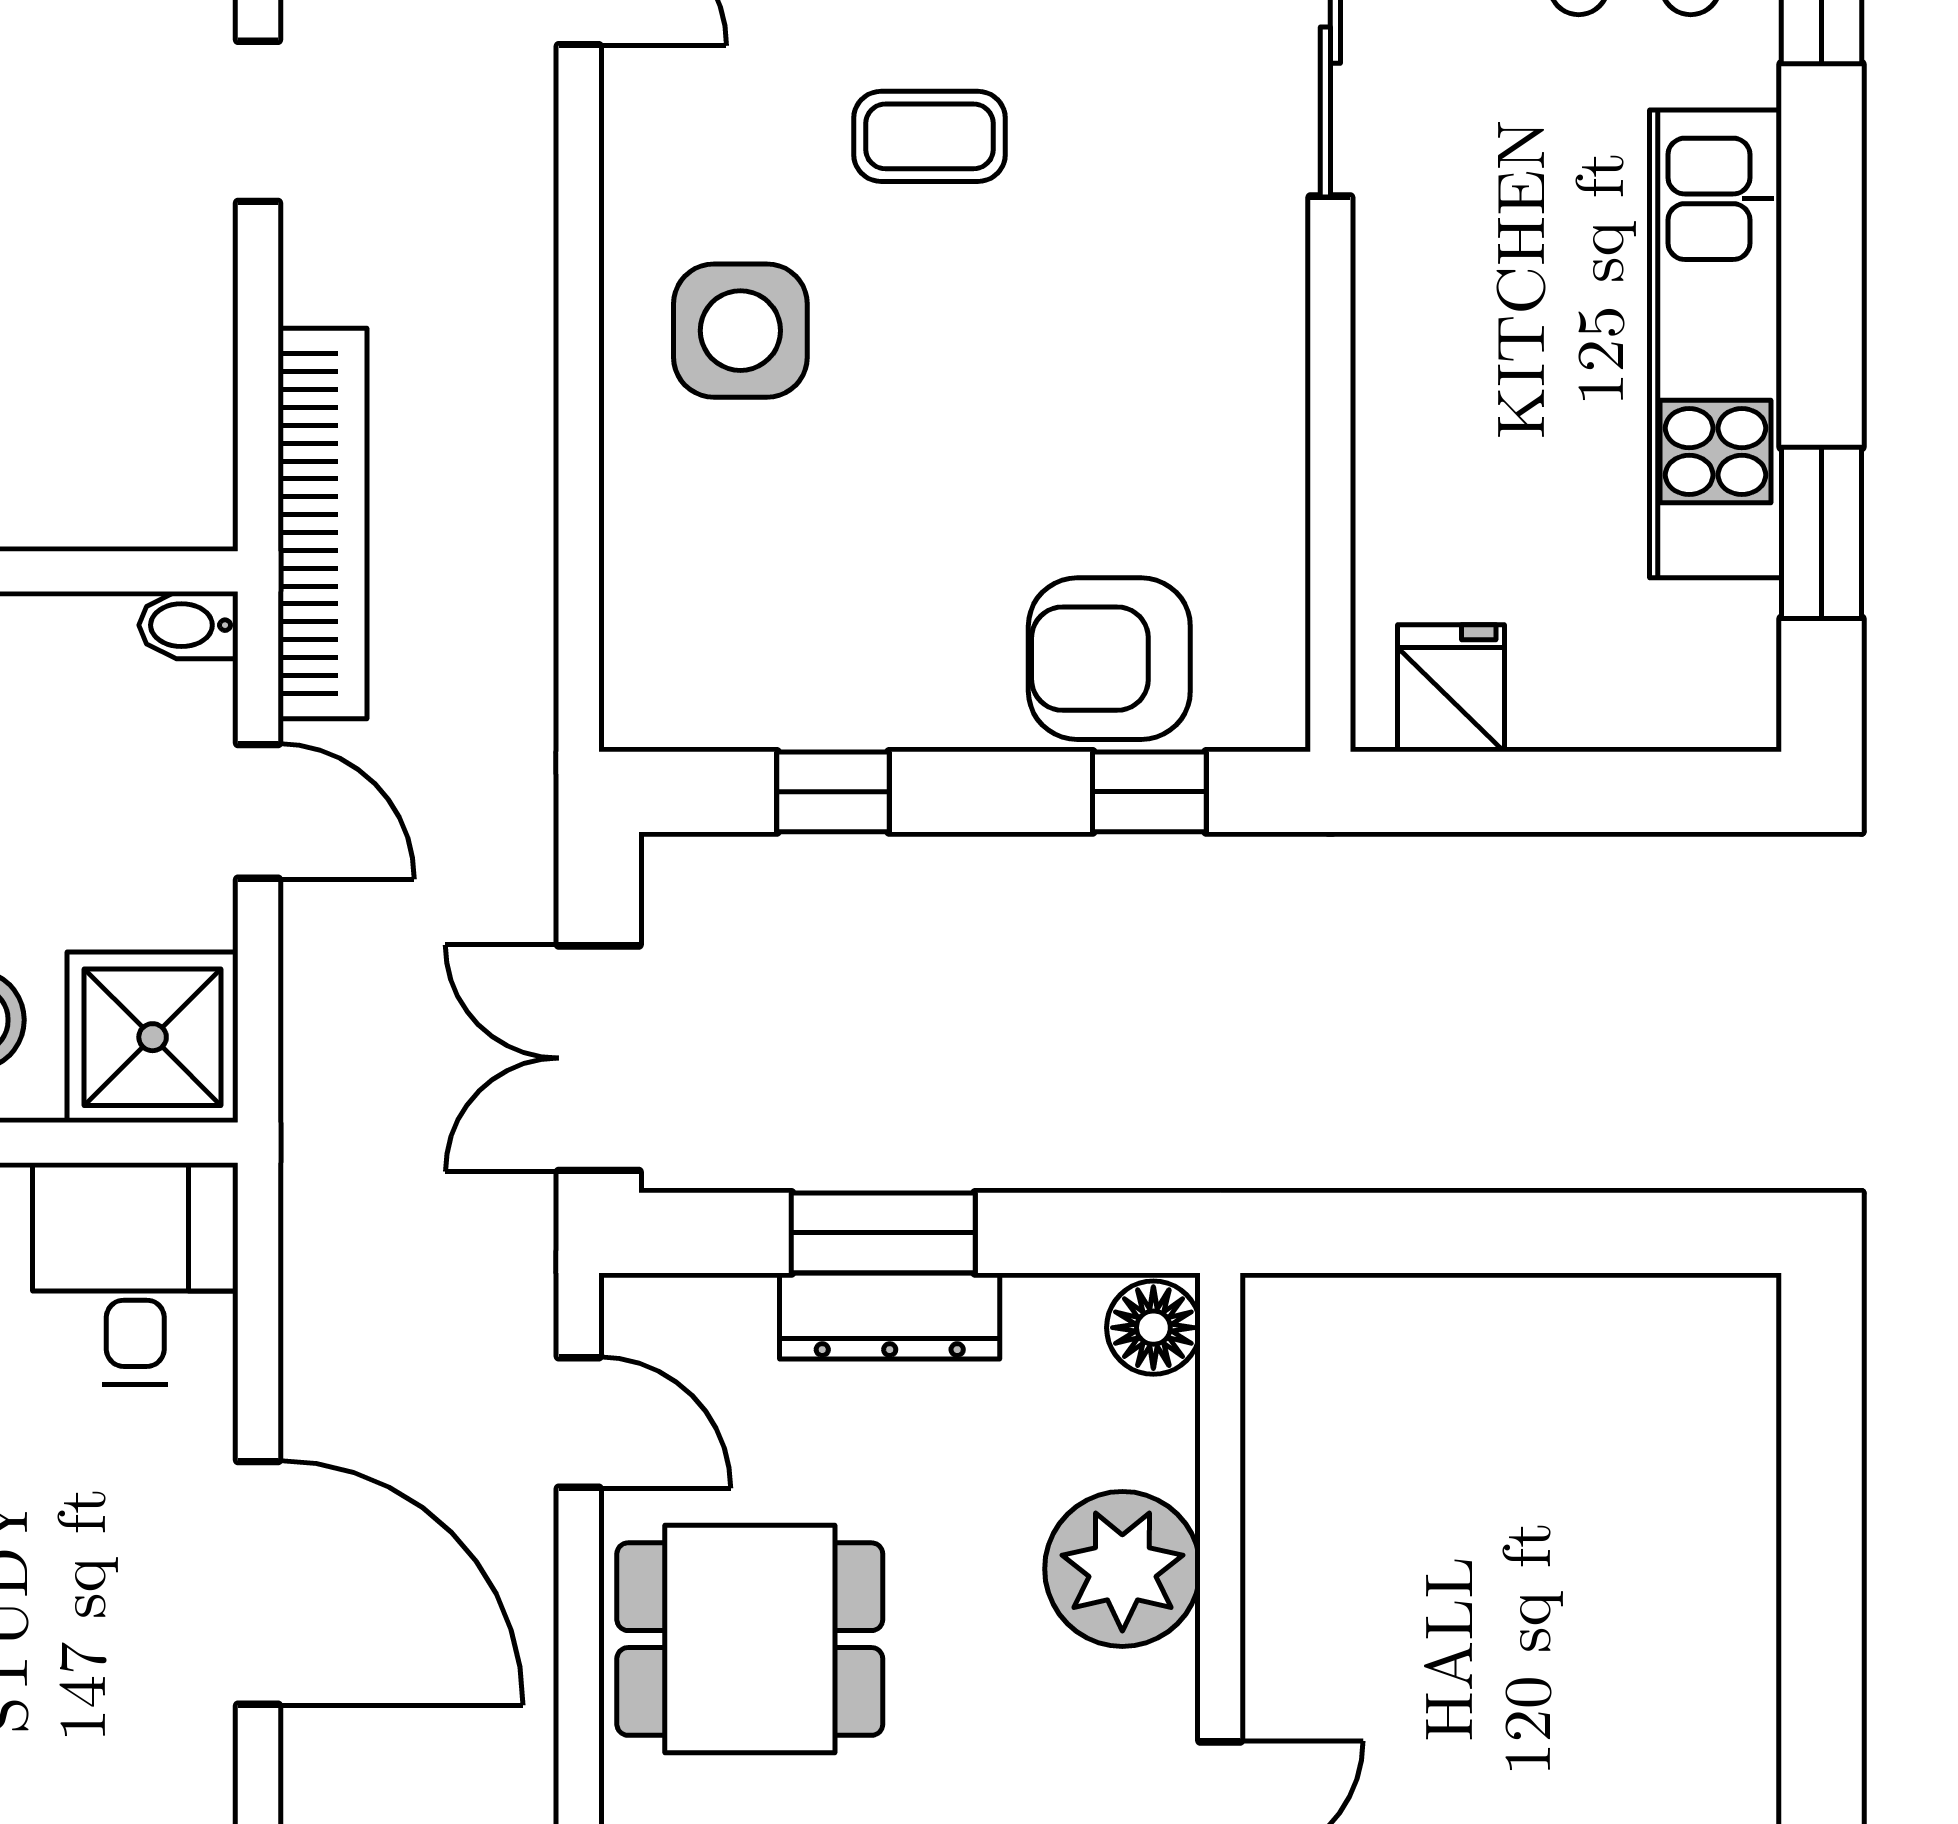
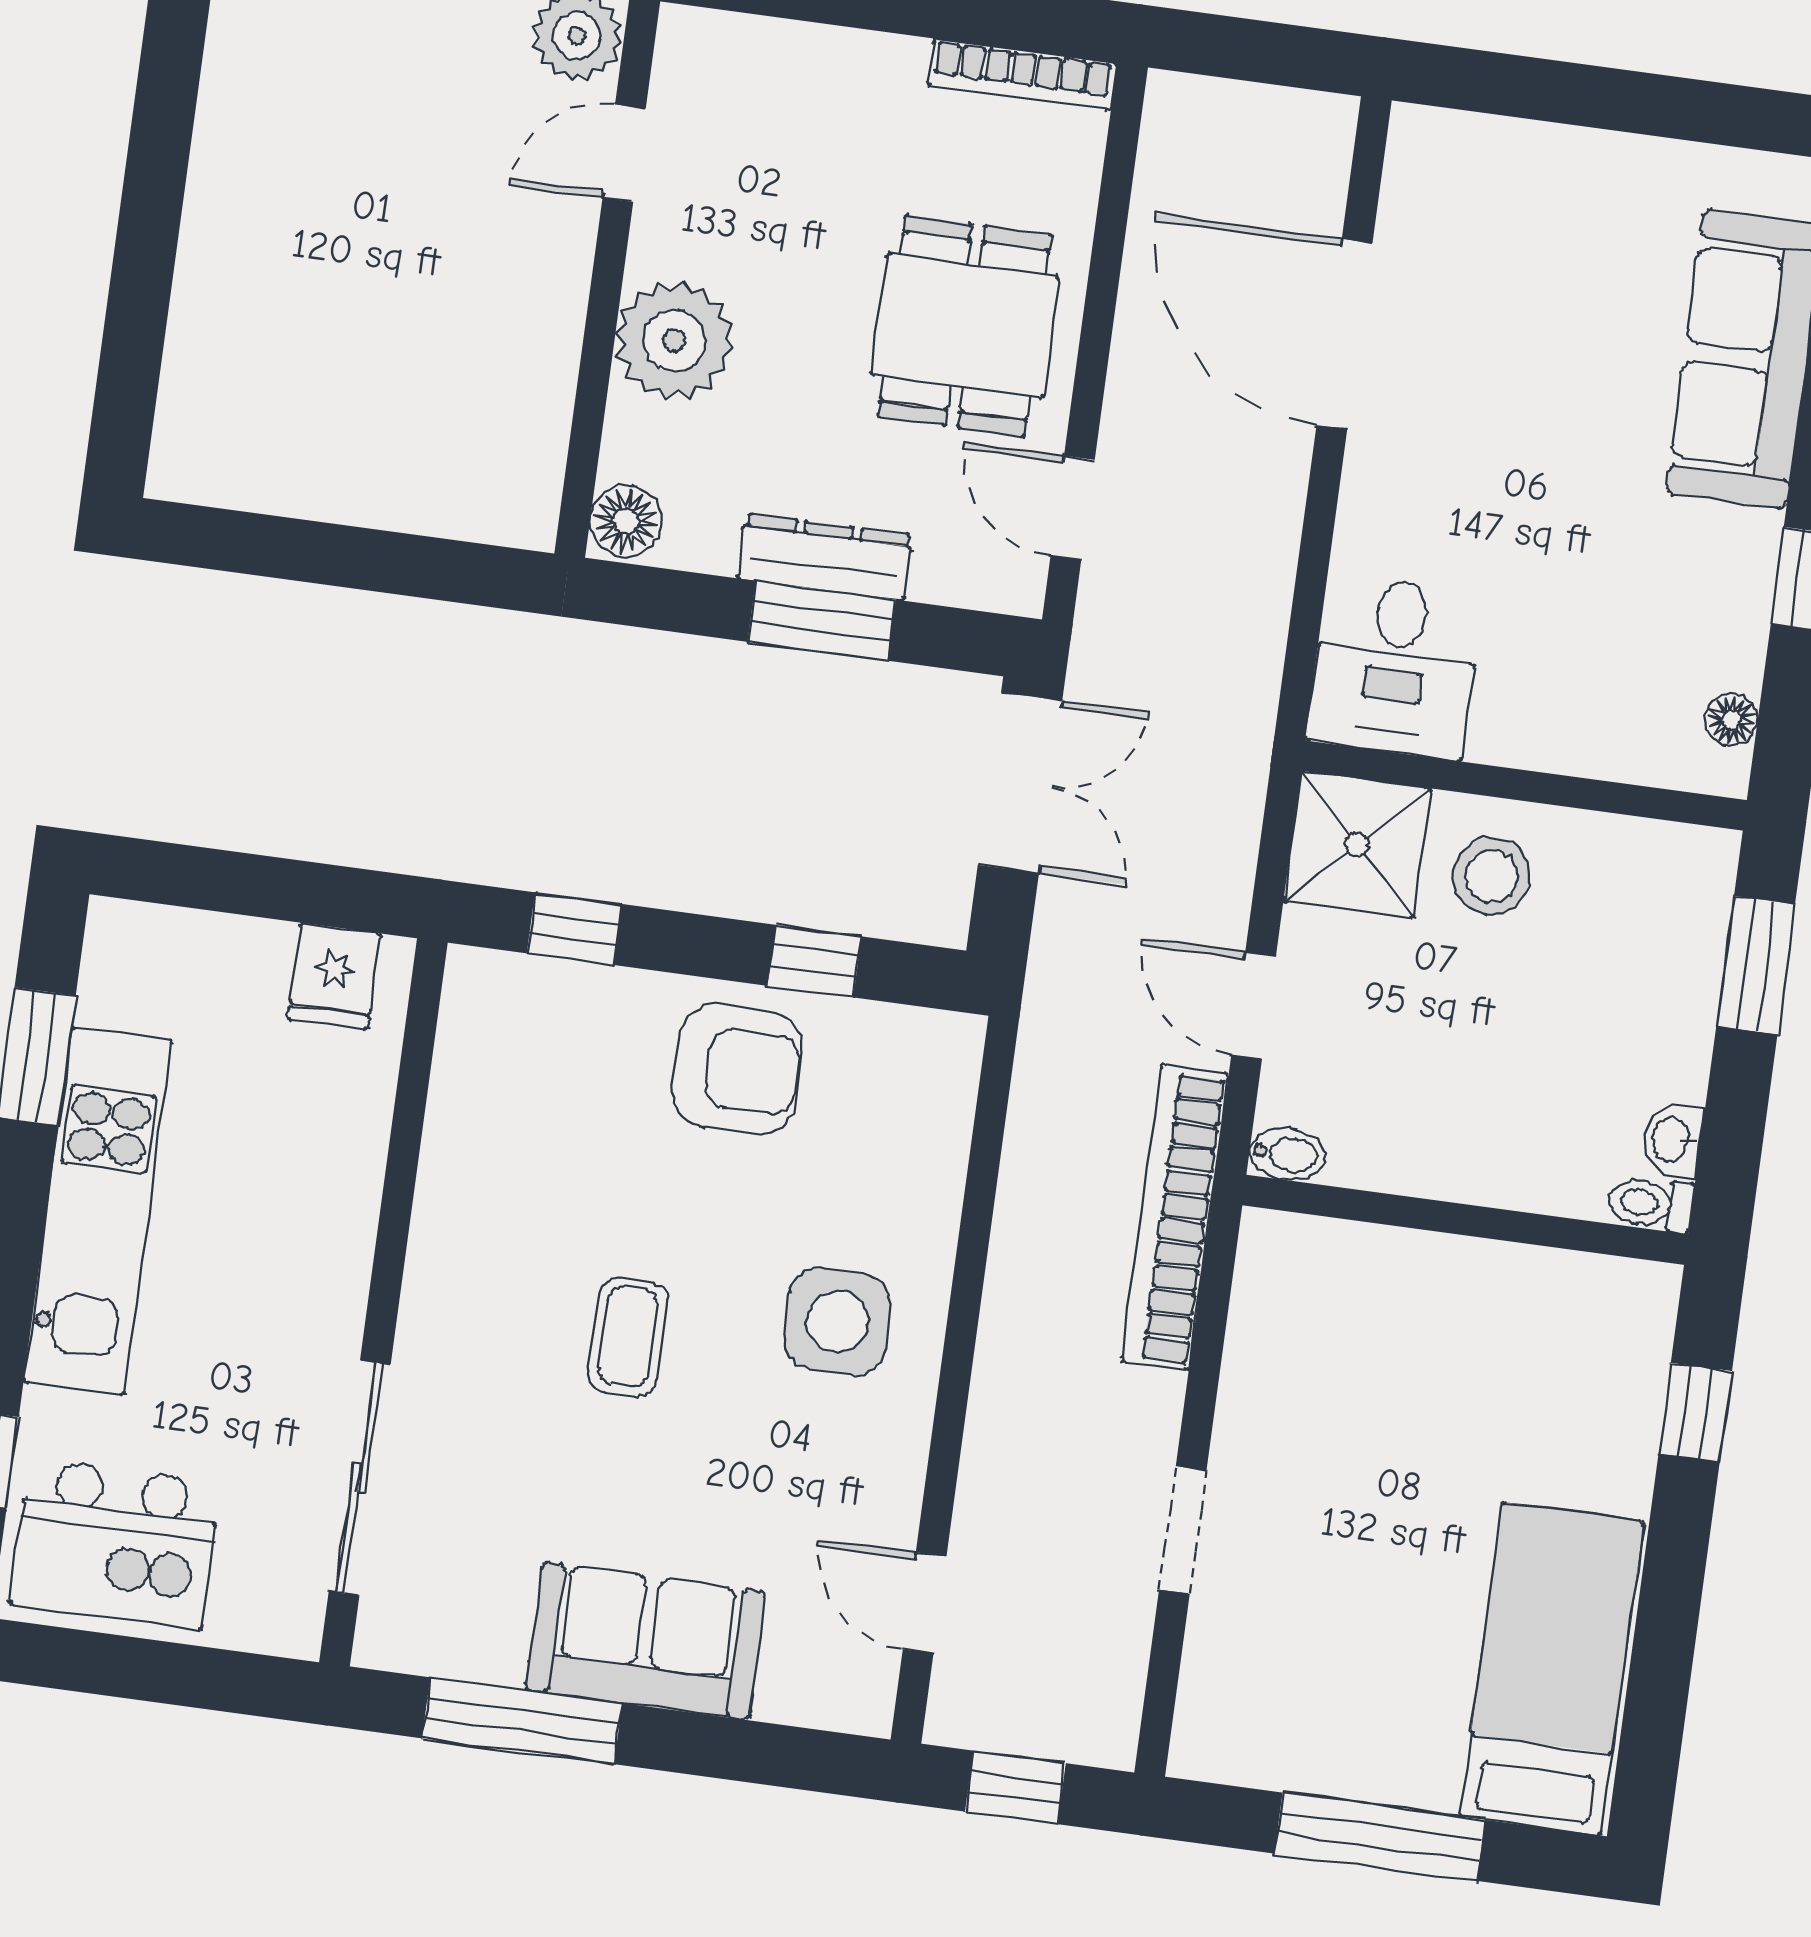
coffee table: (929, 136) -> (628, 1337), moved, turned 90
armchair: (1109, 659) -> (737, 1070), moved
door: (258, 1583) -> (1344, 334), moved
dining table: (750, 1639) -> (965, 326), turned 90

